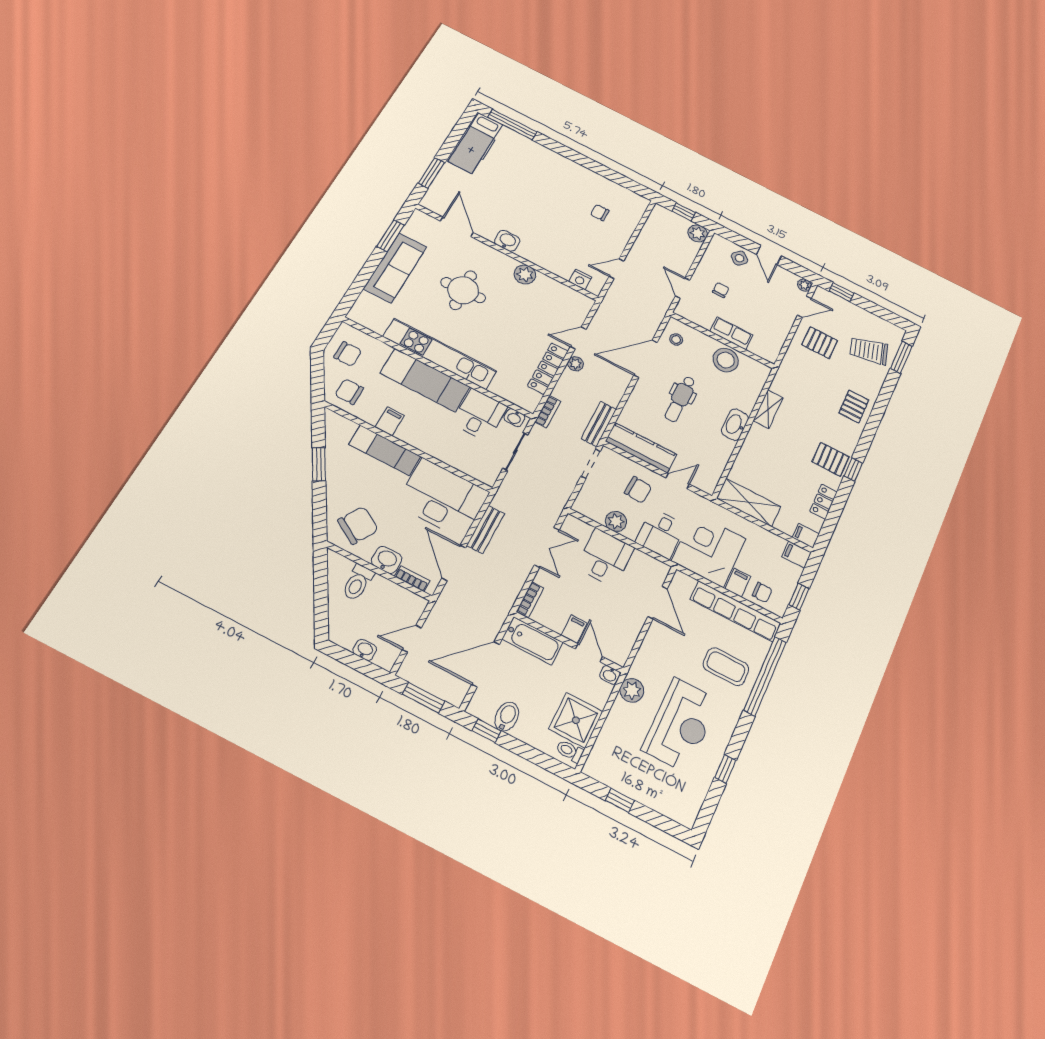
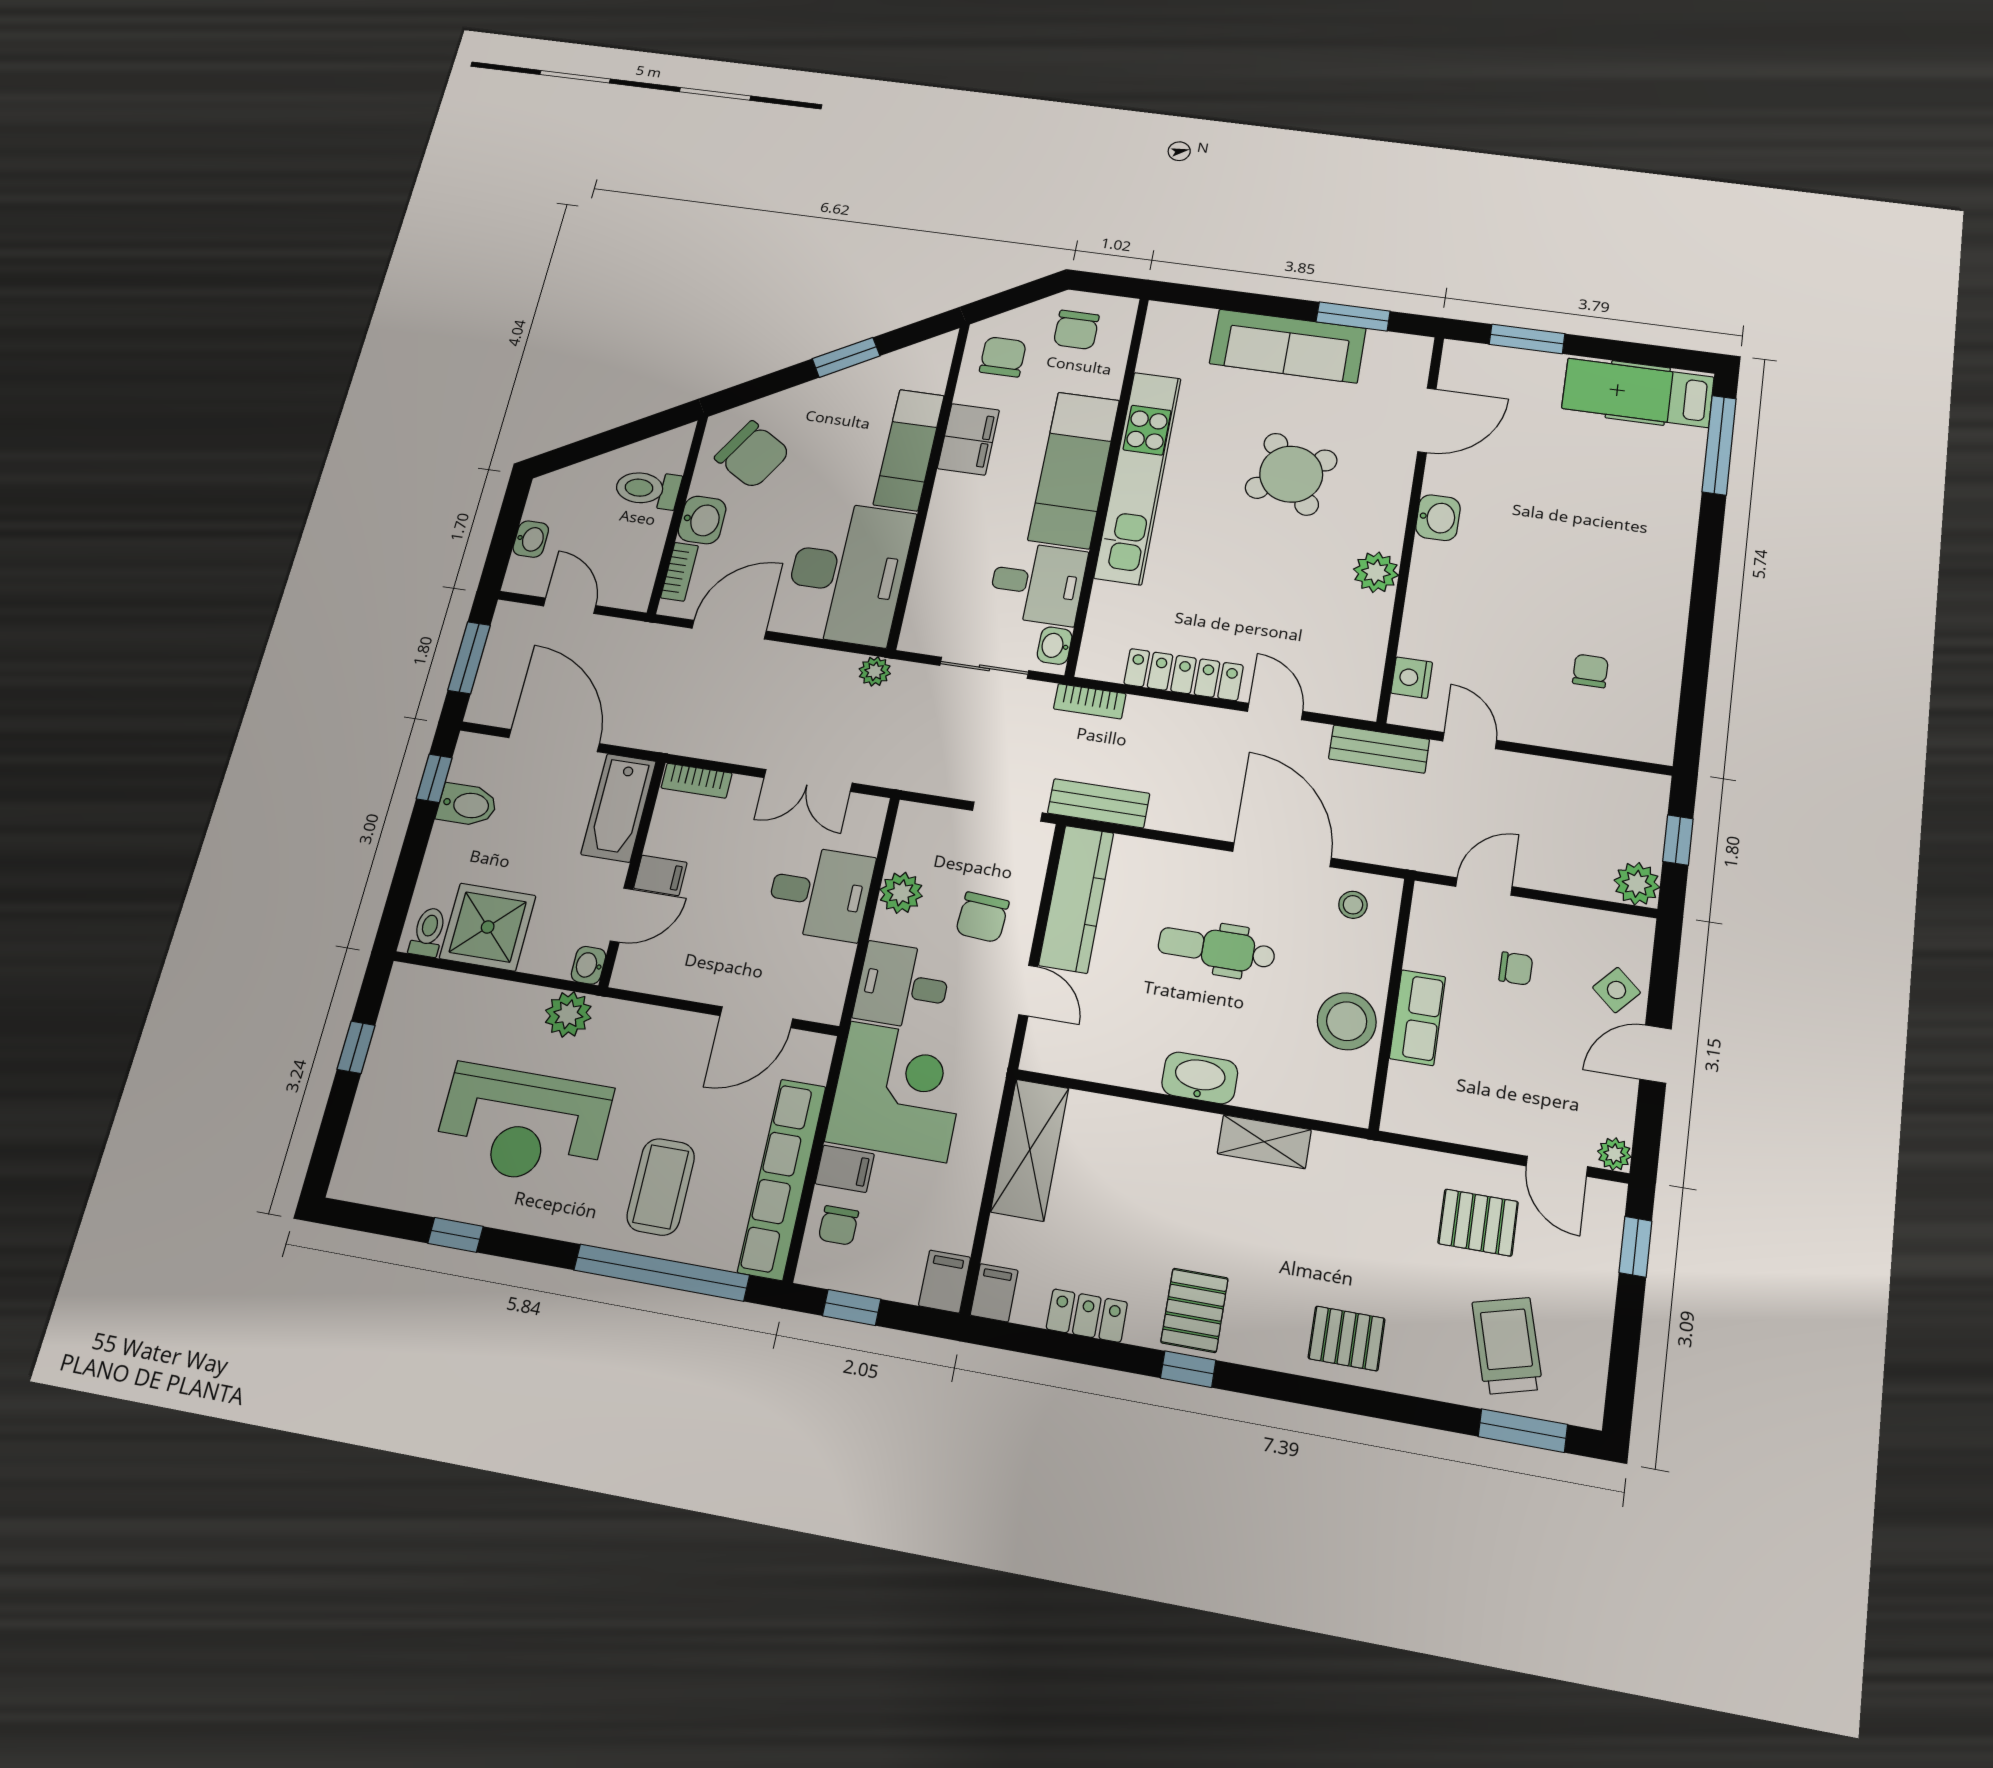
round table: (463, 290) -> (1291, 474), turned -30
pallet: (820, 343) -> (1478, 1223), turned 90
plant: (575, 364) -> (875, 671), moved
filing cabinet: (390, 421) -> (968, 439), width x2.00
bench: (485, 530) -> (1379, 749), moved

